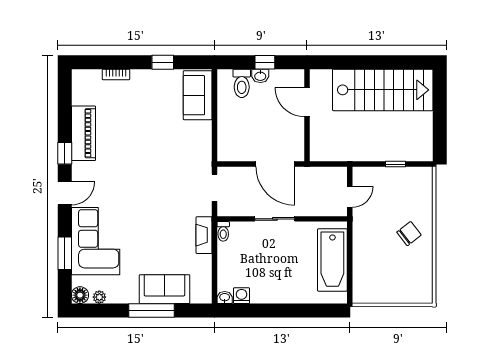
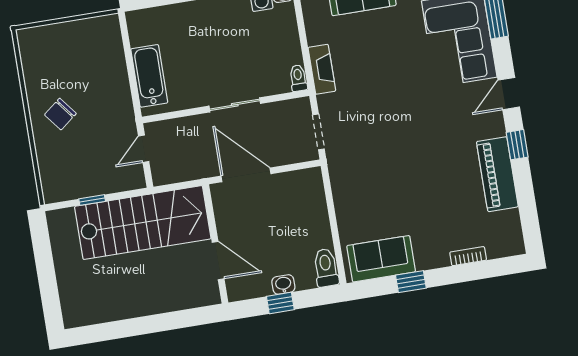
toilet: (242, 83) -> (326, 268), moved
stairs: (383, 90) -> (143, 223), moved, turned 180
sofa: (198, 95) -> (381, 259), moved, turned -90
bathtub: (332, 260) -> (149, 76), width x0.73, depth x0.73

